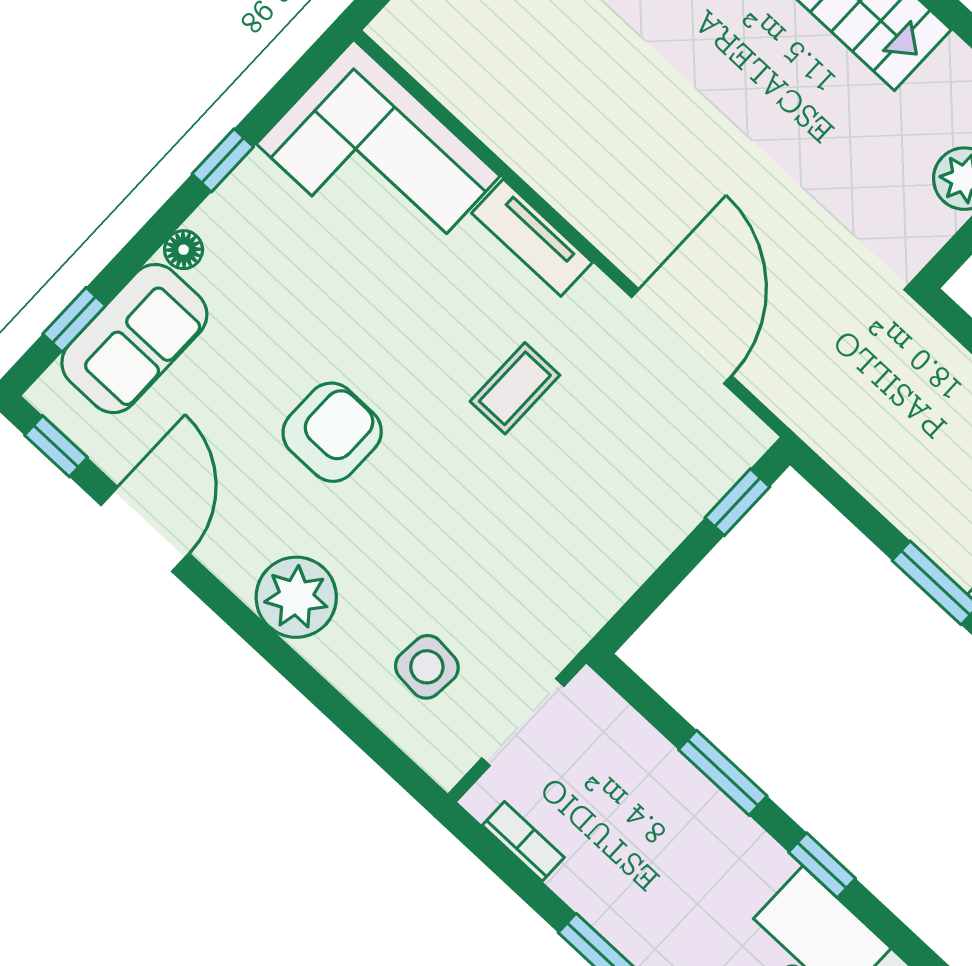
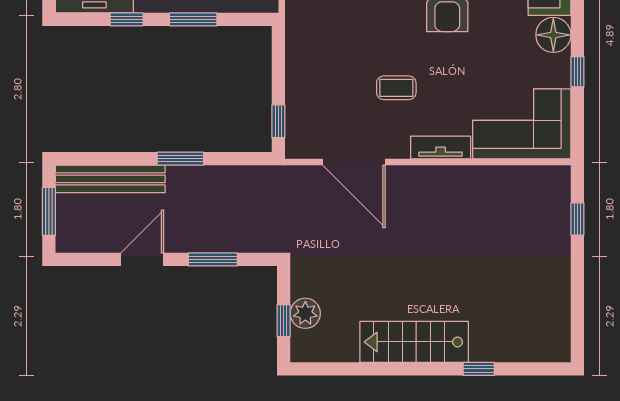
floor lamp: (184, 250) -> (553, 35), width x1.89, depth x1.89
coffee table: (515, 388) -> (396, 88), turned 90

